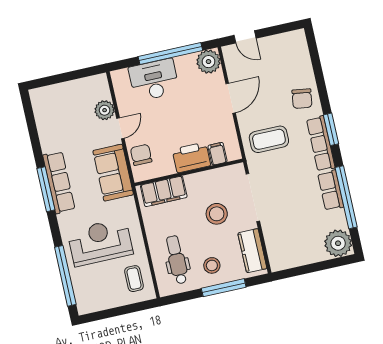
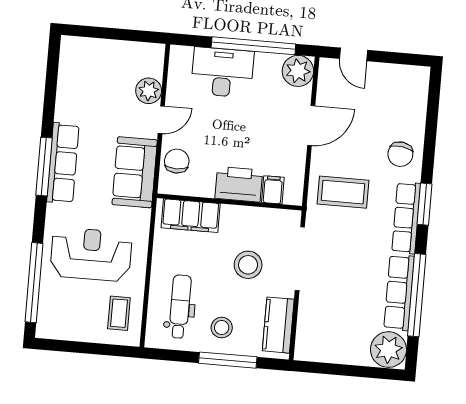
row of seats: (331, 190) -> (399, 293), width x1.48

